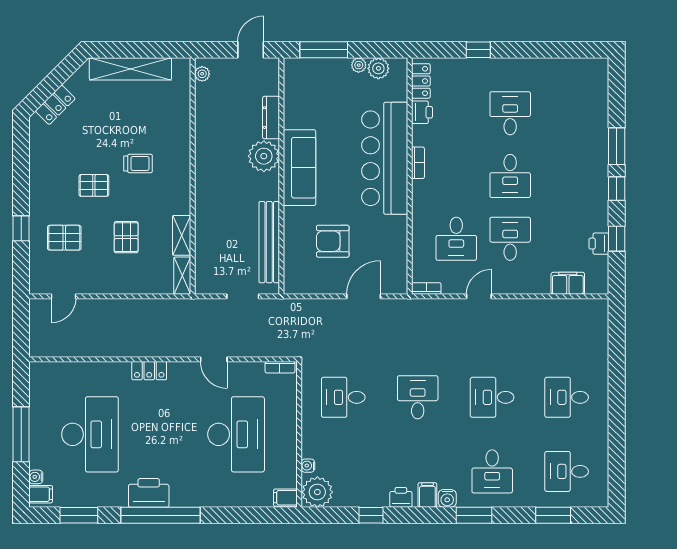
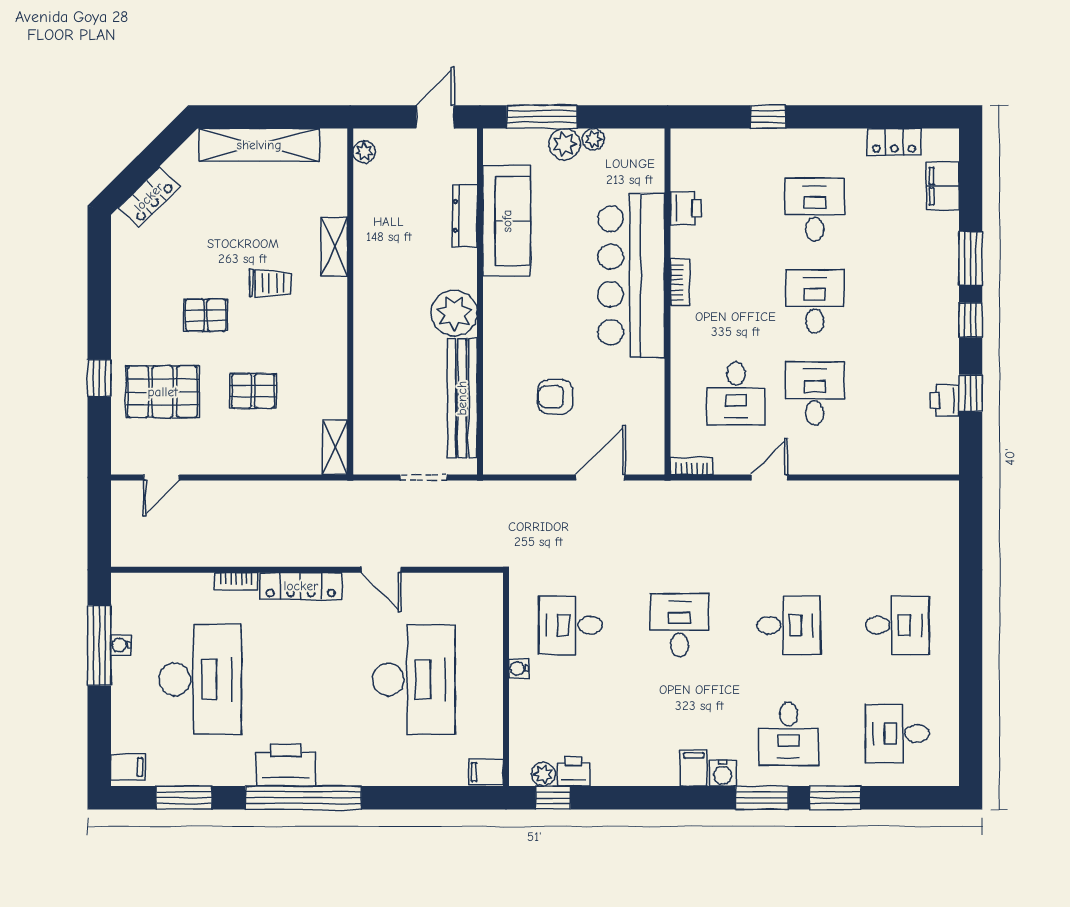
plant: (378, 68) -> (564, 144), moved
locker: (421, 81) -> (894, 142), moved, turned 90
plant: (264, 156) -> (454, 313), moved
sofa: (299, 168) -> (507, 221), moved
desk: (510, 176) -> (815, 301), turned 180
shelving: (182, 235) -> (334, 247), moved
pallet: (126, 237) -> (253, 391), turned 90
pallet: (64, 238) -> (163, 392), width x1.50, depth x1.42
armchair: (333, 241) -> (555, 397), width x0.72, depth x0.72
filing cabinet: (568, 283) -> (943, 186), moved, turned -90
bookcase: (280, 367) -> (236, 581), moved
locker: (149, 371) -> (301, 586), width x1.53
desk: (492, 397) -> (788, 625), turned 180
desk: (567, 397) -> (897, 625), turned 180
window: (21, 434) -> (99, 645), moved
water cooler: (308, 466) -> (519, 668), moved
water cooler: (36, 477) -> (121, 645), moved
plant: (317, 492) -> (543, 774), width x0.53, depth x0.53
printer: (401, 497) -> (573, 772), moved
window: (371, 515) -> (553, 798), moved
window: (553, 515) -> (835, 798), moved

